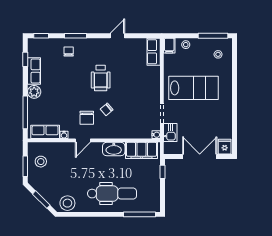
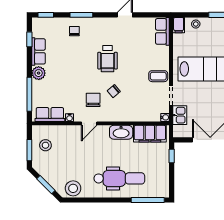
coffee table: (150, 95) -> (158, 76), added
chair: (87, 118) -> (93, 100), turned 180

